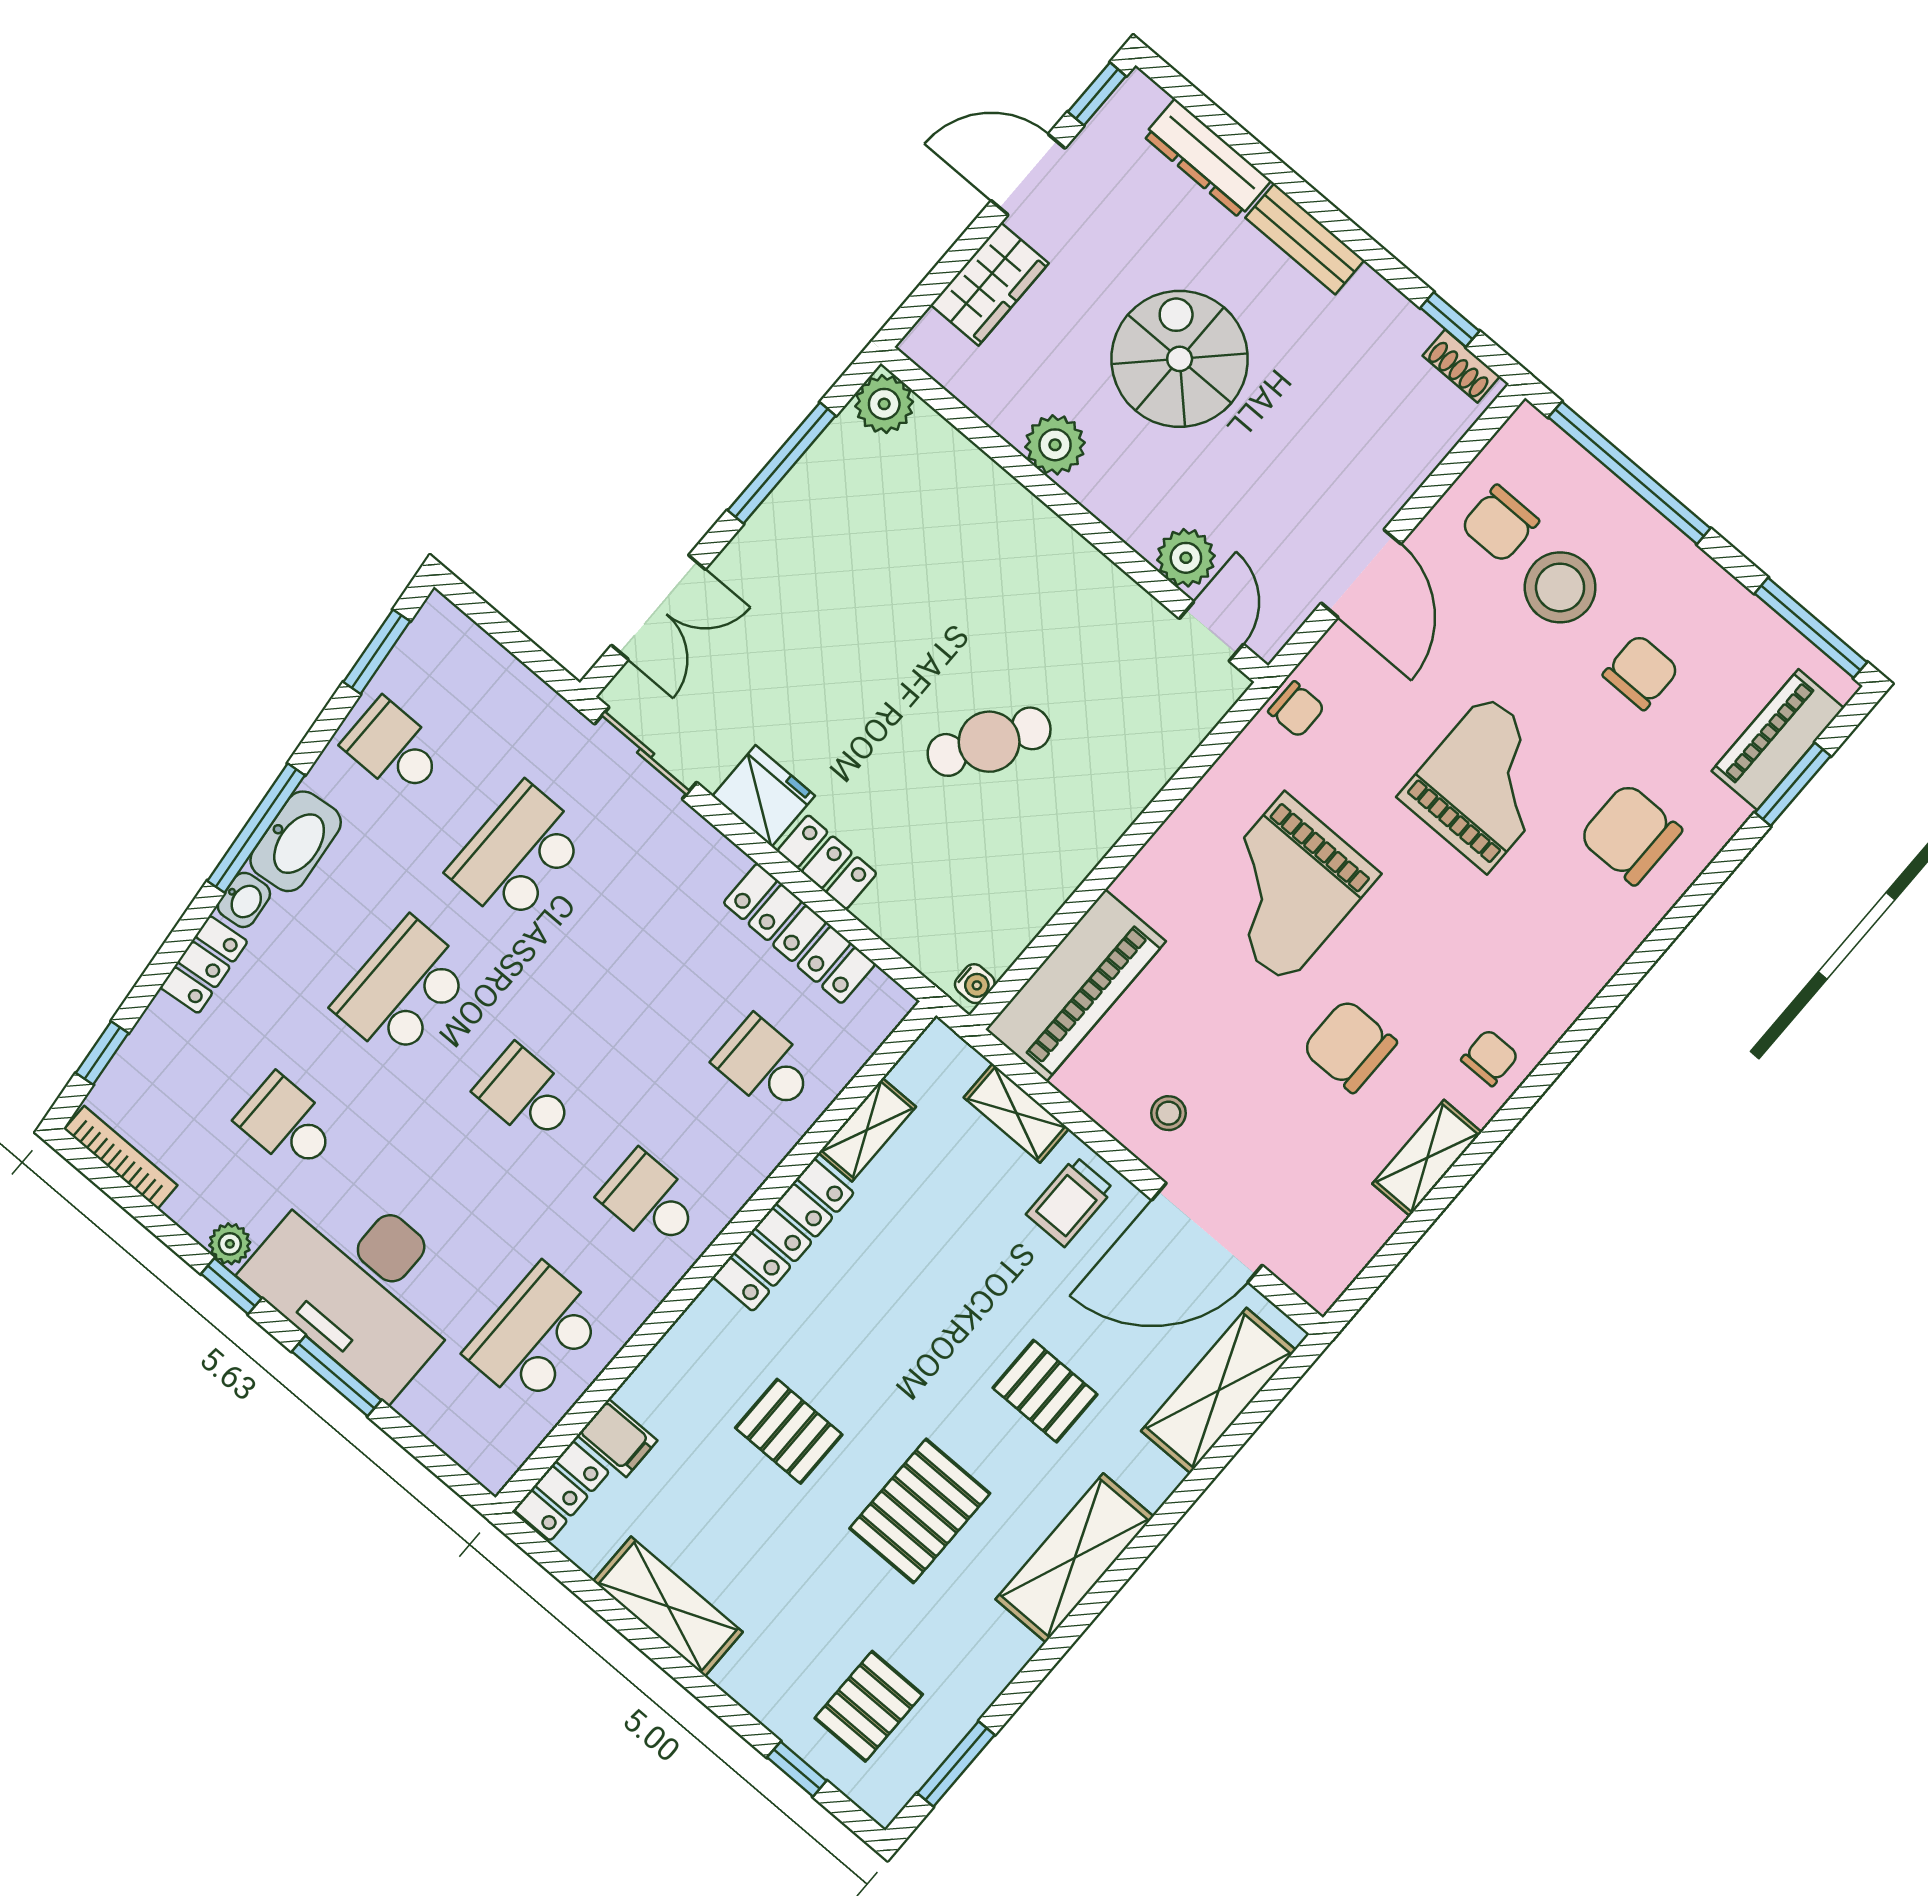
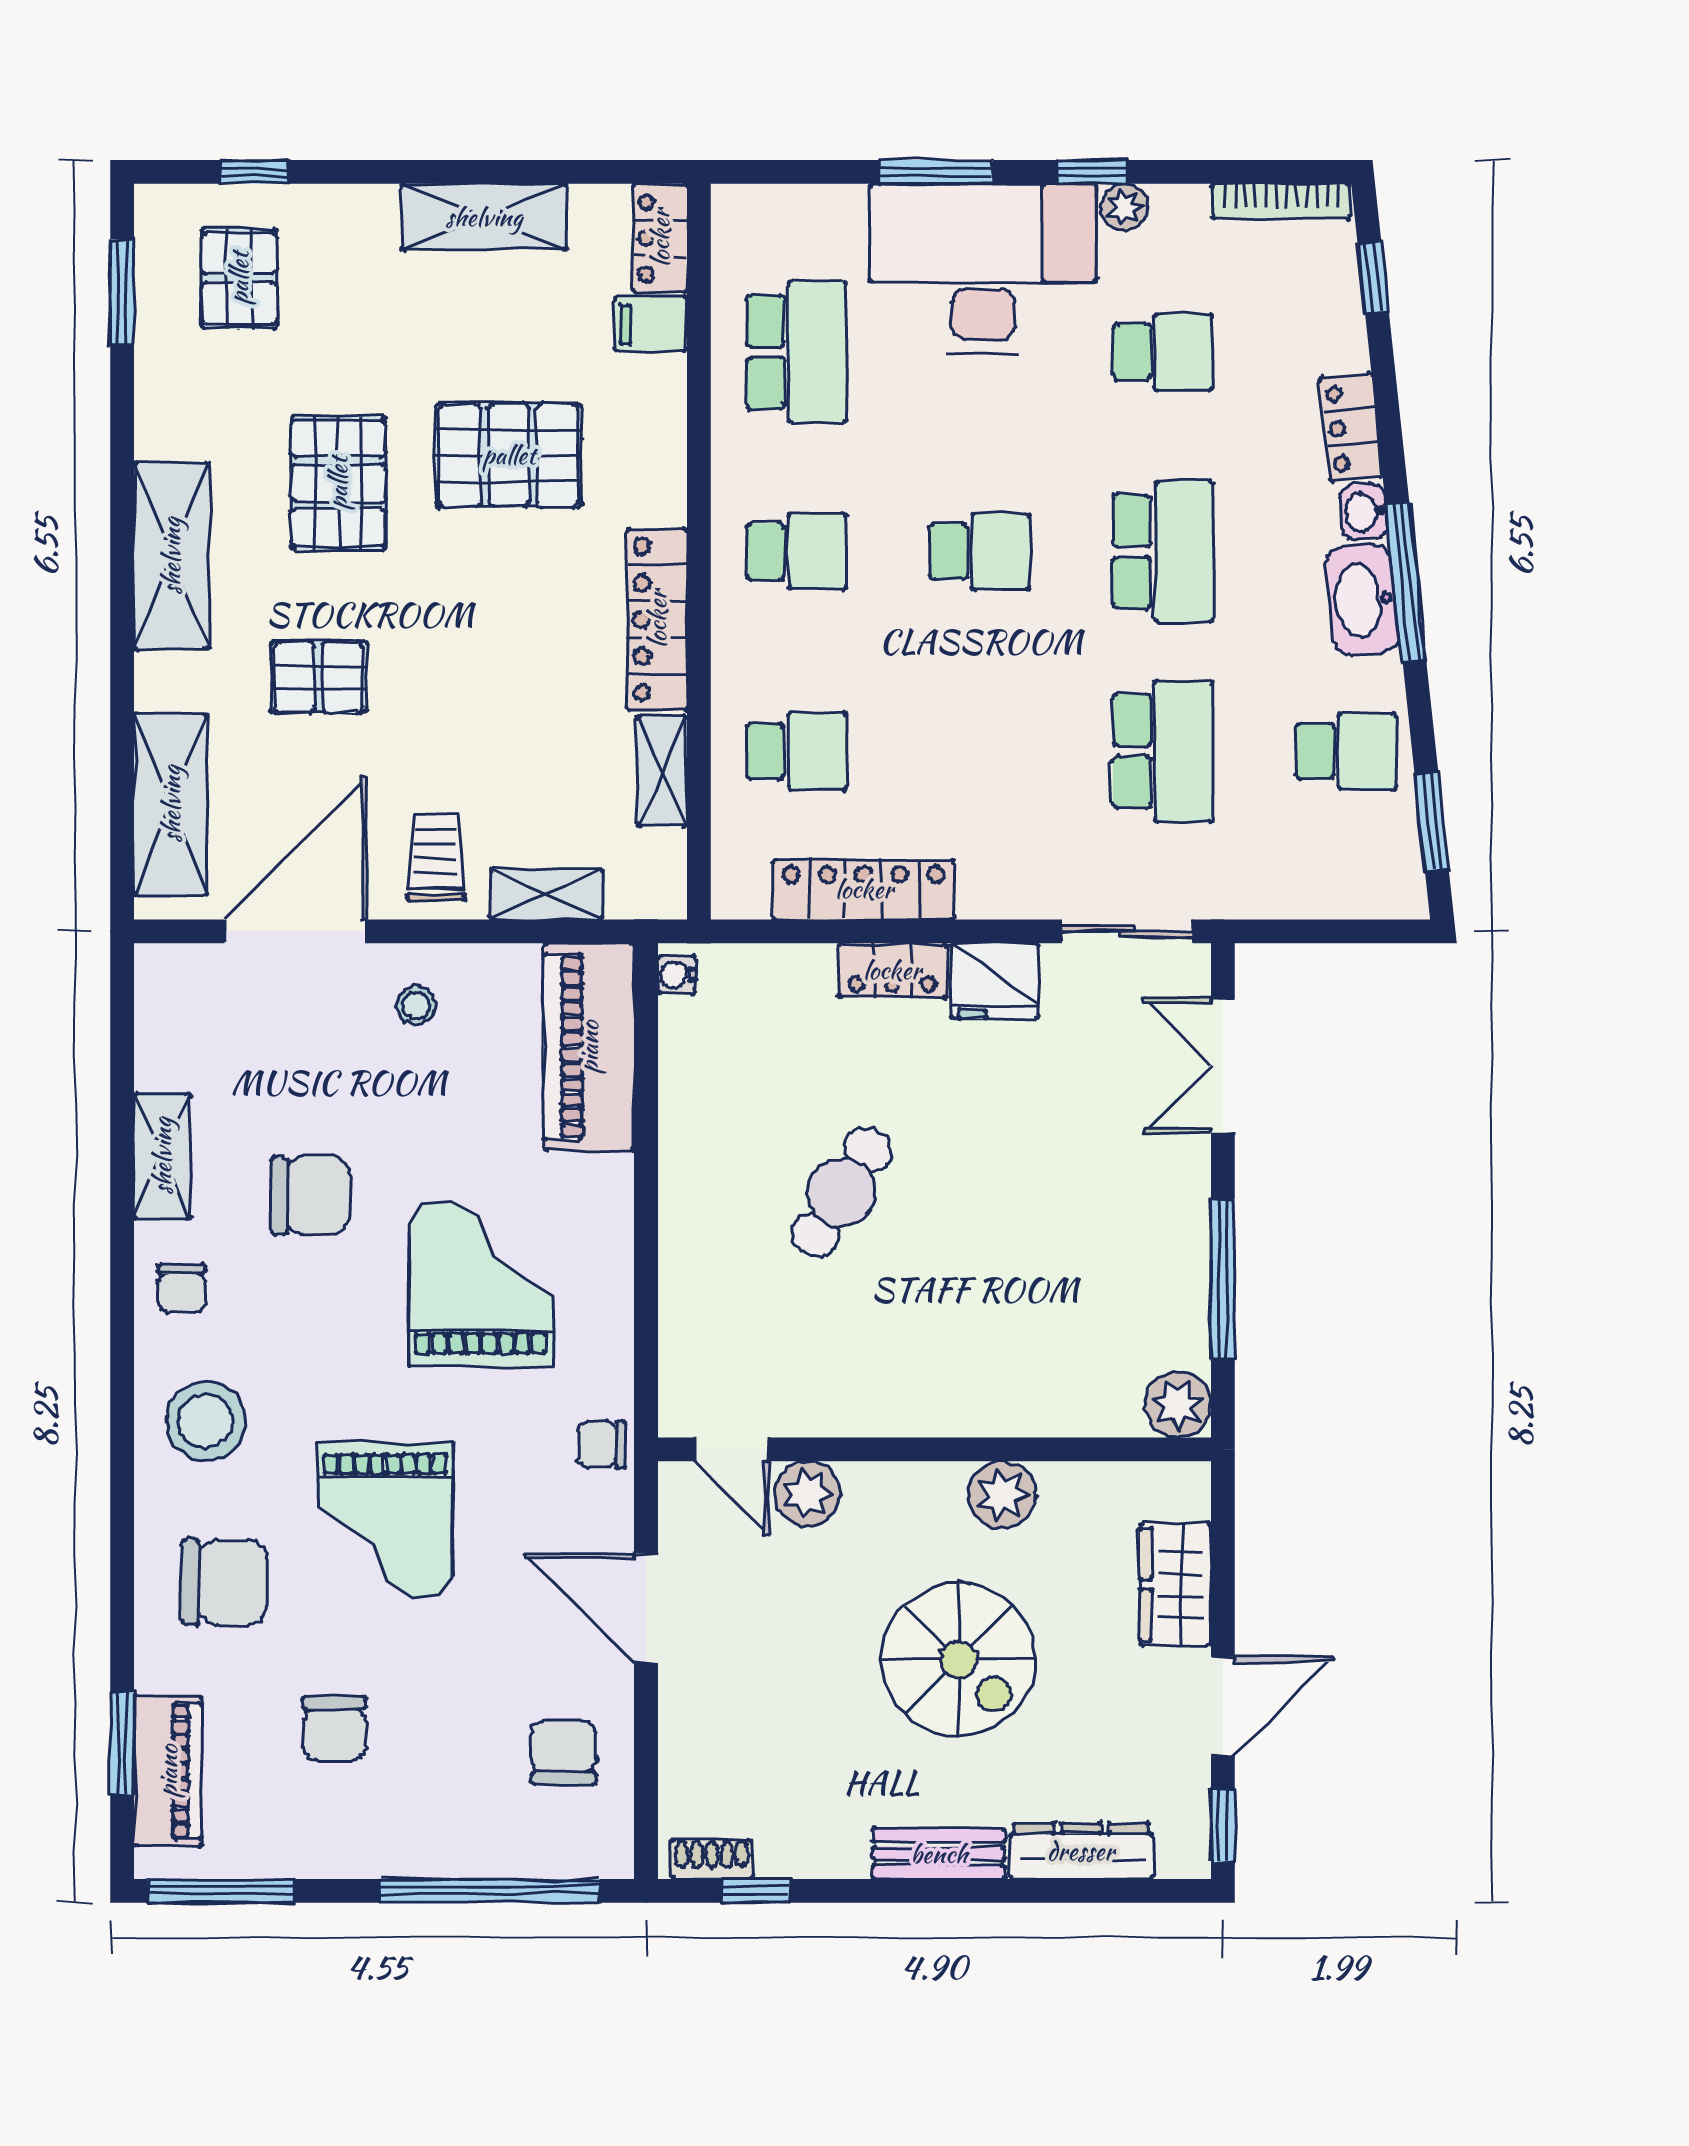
stool: (1560, 587) -> (206, 1421), moved
pallet: (789, 1431) -> (509, 455), width x1.50, depth x1.42

